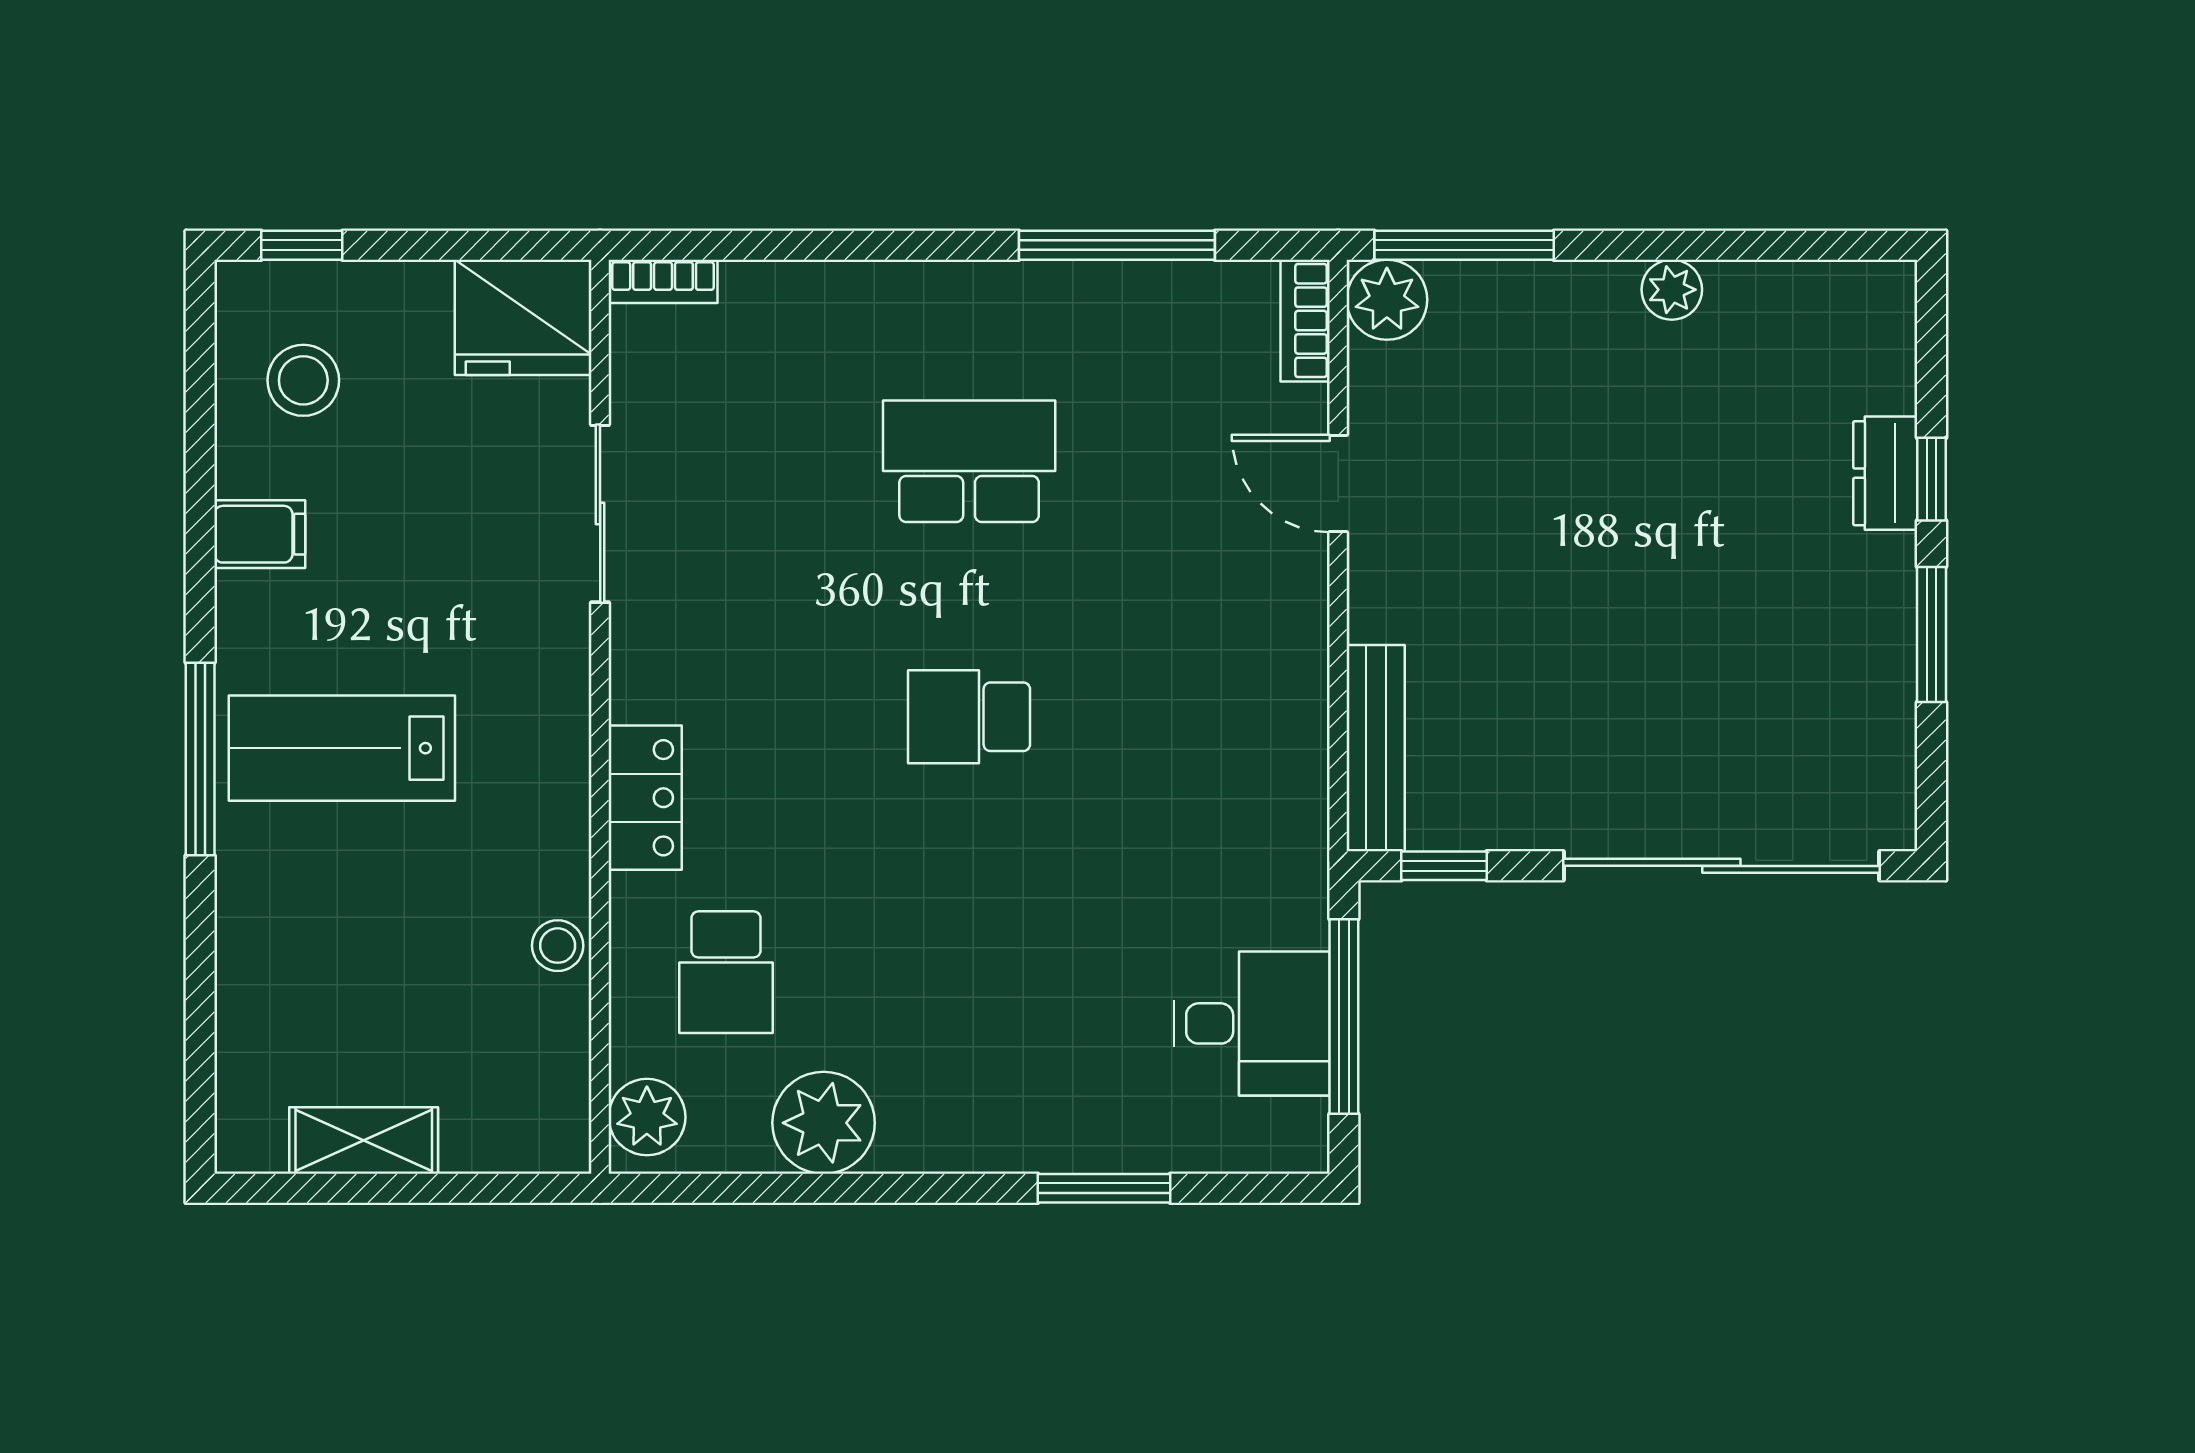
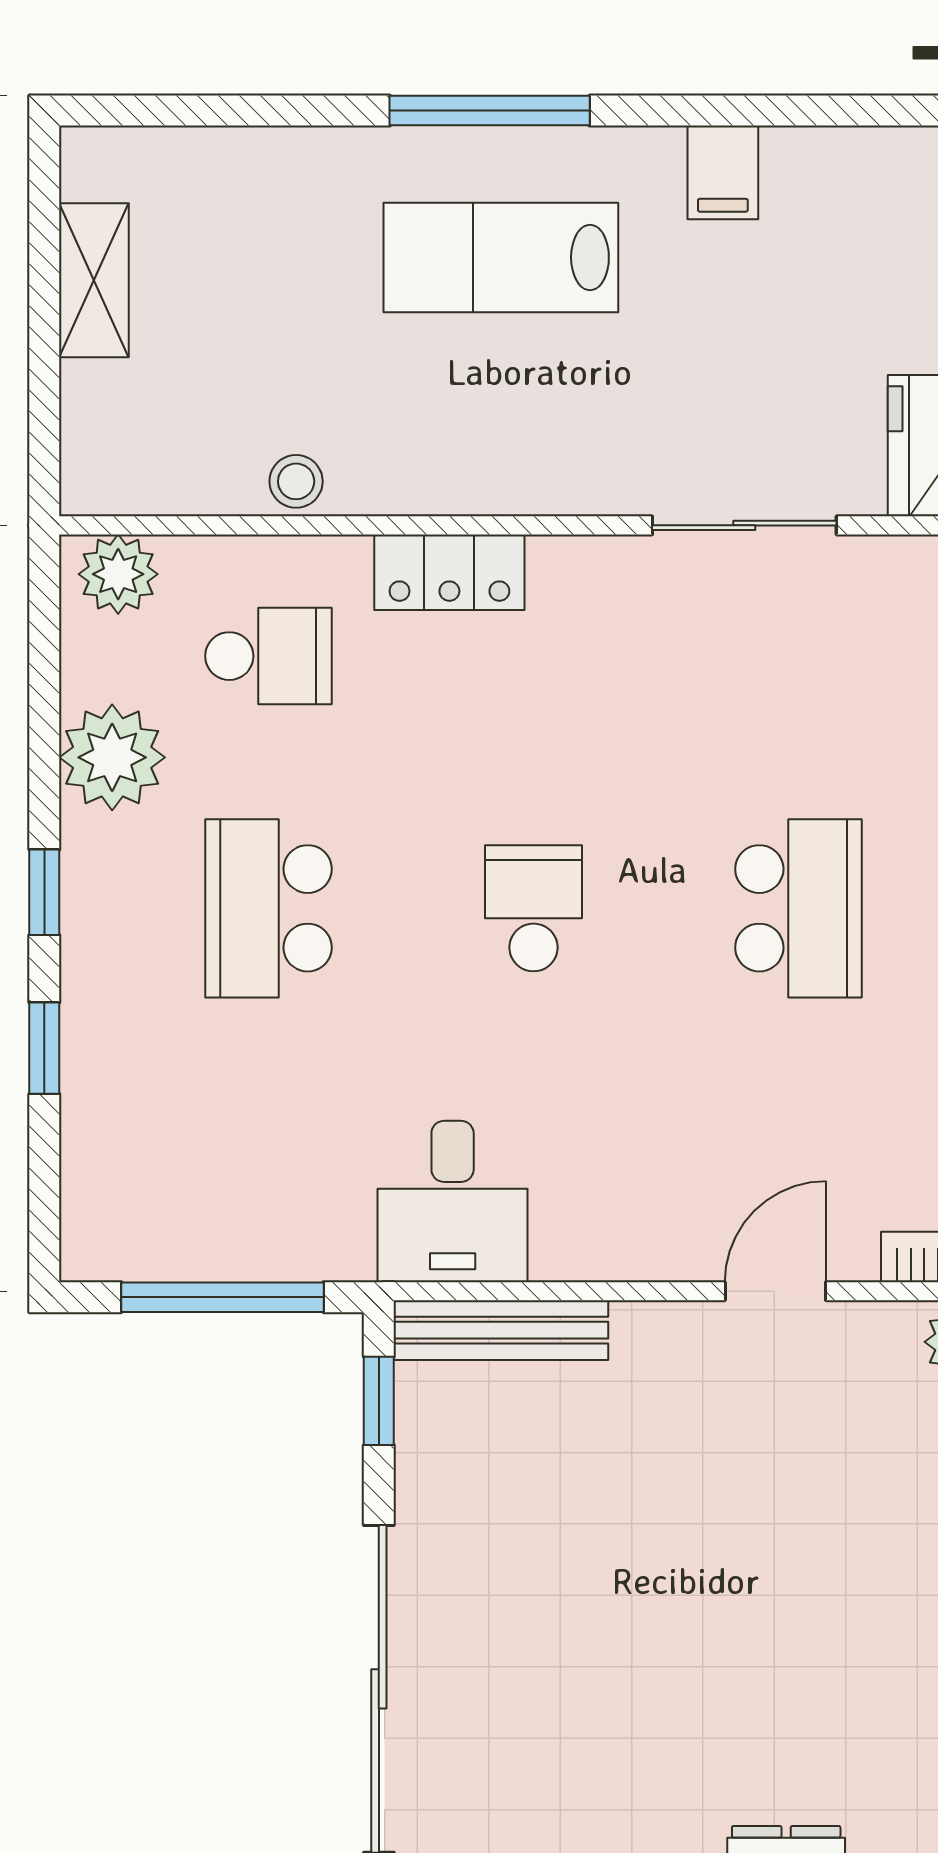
stool: (303, 380) -> (882, 218), removed
lab bench: (342, 748) -> (501, 257), turned -90
school desk: (726, 972) -> (268, 656), turned 180
school desk: (969, 972) -> (268, 908), added
desk: (1252, 1023) -> (453, 1201), moved
window: (954, 1188) -> (44, 892), added
window: (1104, 1188) -> (44, 1048), width x0.67

